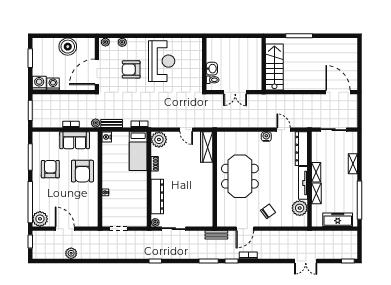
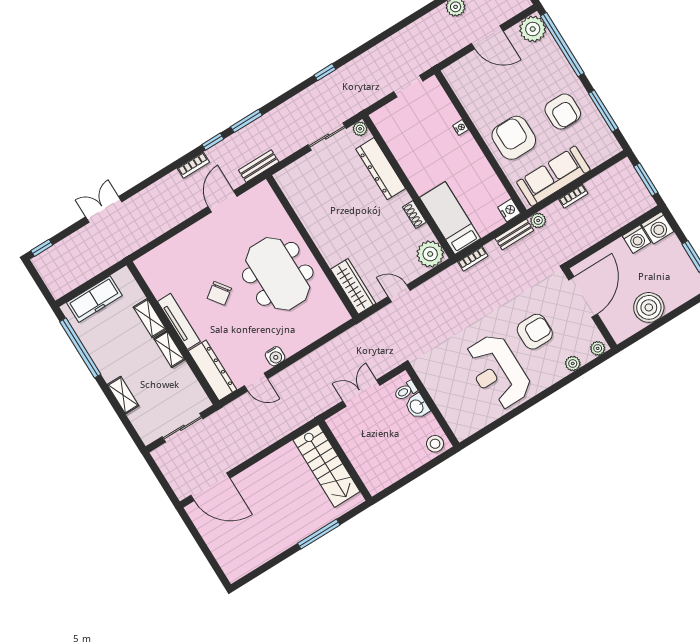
stool: (214, 45) -> (435, 444), added
sofa: (75, 140) -> (553, 176), width x1.36
plant: (300, 208) -> (161, 281), removed
chair: (268, 211) -> (219, 293), moved

